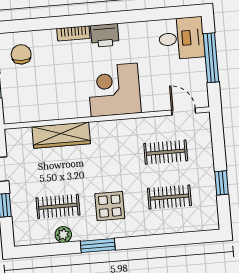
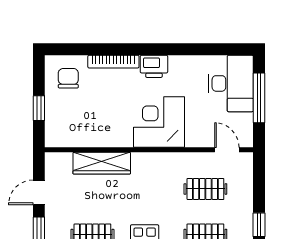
bookcase: (73, 33) -> (113, 62), width x1.56
desk: (181, 38) -> (231, 83), width x1.37

